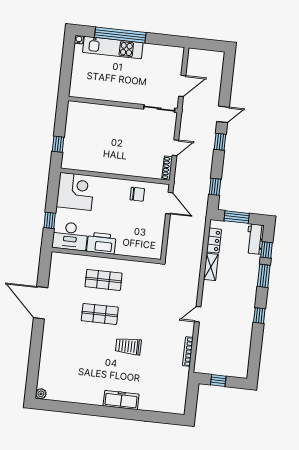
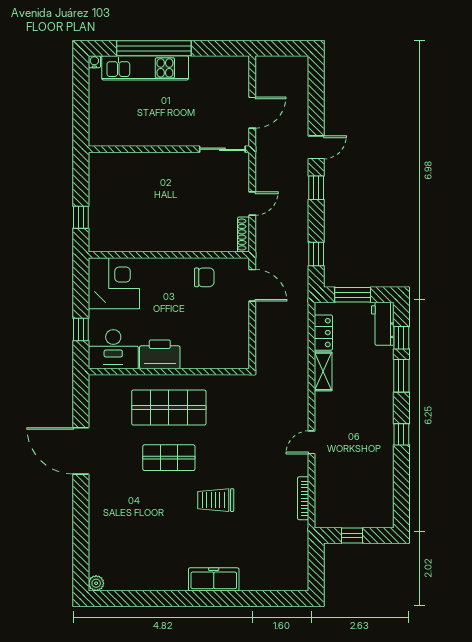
shop shelf: (104, 280) -> (169, 408), width x1.43, depth x1.36

